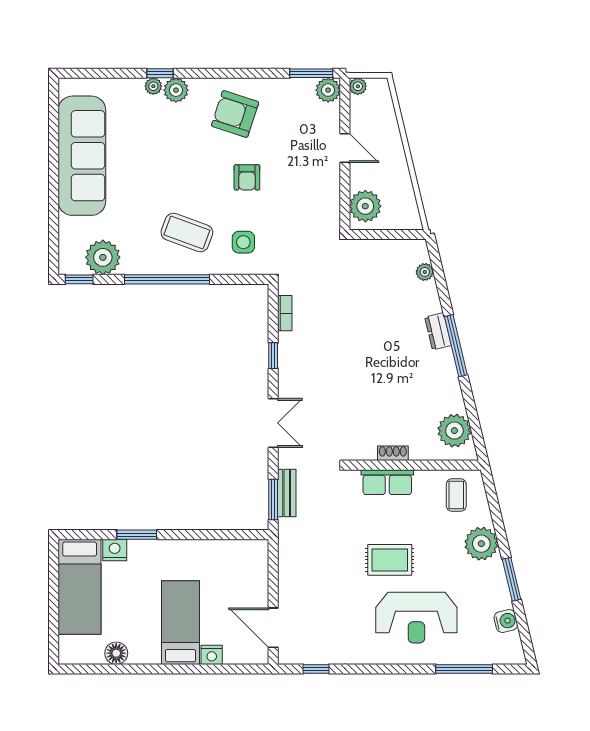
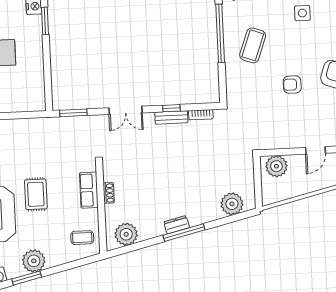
side table: (243, 242) -> (302, 13), moved
plant: (425, 272) -> (232, 204), width x1.88, depth x1.88
dresser: (438, 331) -> (177, 225), moved
bench: (287, 493) -> (171, 117), moved
plant: (481, 544) -> (34, 261), moved

